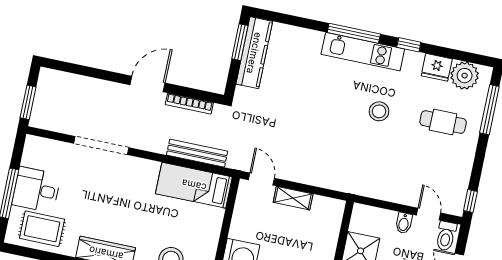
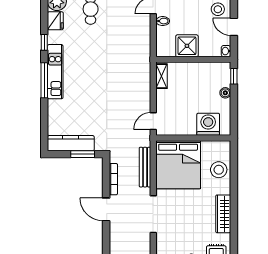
window: (240, 42) -> (83, 154), moved
stool: (379, 111) -> (92, 53), removed
doorway: (101, 146) -> (153, 214), moved
bed: (194, 185) -> (178, 165), width x2.04
shelving: (293, 198) -> (161, 76), moved

